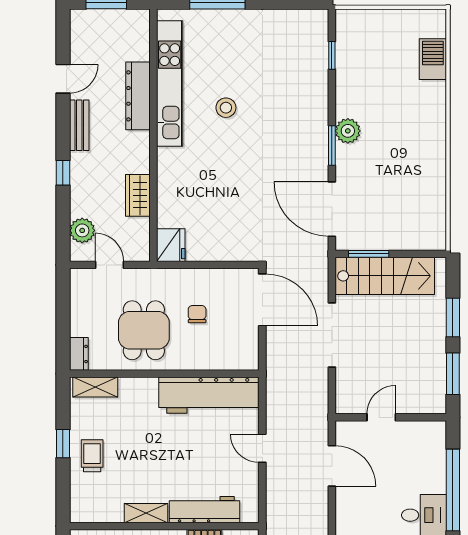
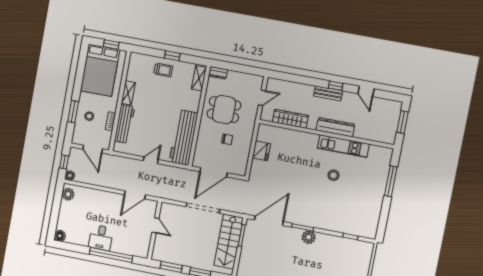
kitchen unit: (170, 84) -> (343, 146), width x0.73
dresser: (138, 96) -> (335, 127), moved
bench: (79, 125) -> (328, 93), moved
window: (63, 173) -> (336, 86), moved
wardrobe: (138, 195) -> (290, 119), width x1.50
plant: (82, 230) -> (283, 87), removed
fridge: (171, 245) -> (261, 151), moved, turned -90
door: (262, 300) -> (214, 172), moved

